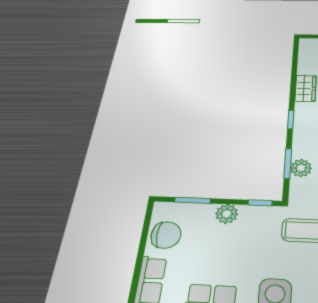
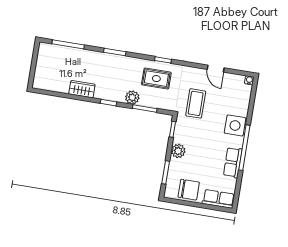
plant: (301, 168) -> (132, 97), moved
chair: (166, 235) -> (189, 190), turned 90

